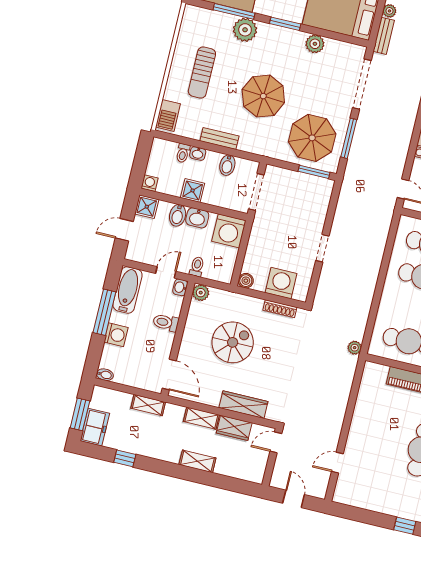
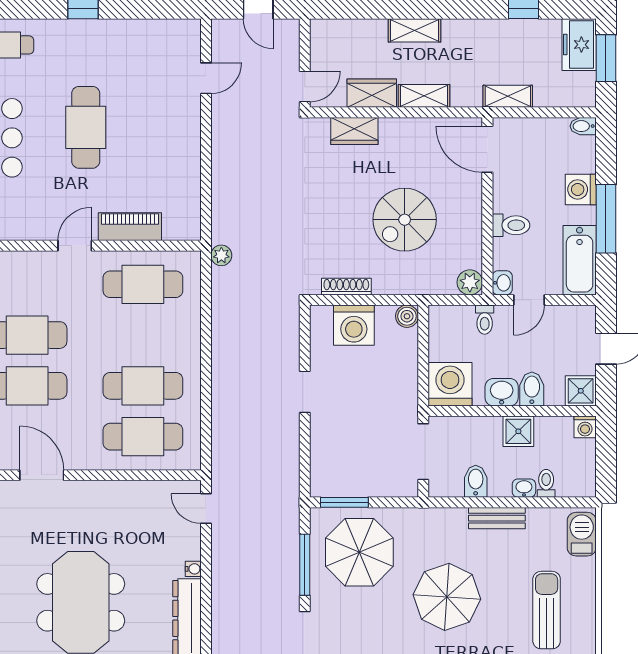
wardrobe: (243, 405) -> (354, 131), width x0.67

